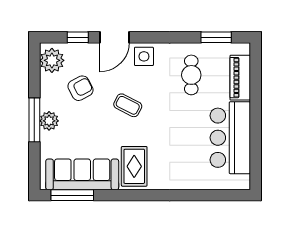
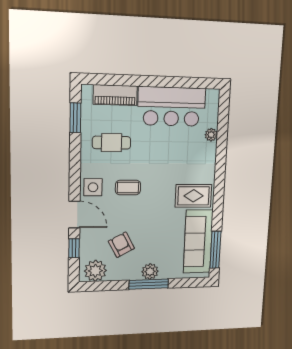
coffee table: (128, 105) -> (128, 188), moved, turned 63
plant: (201, 183) -> (211, 135), added

